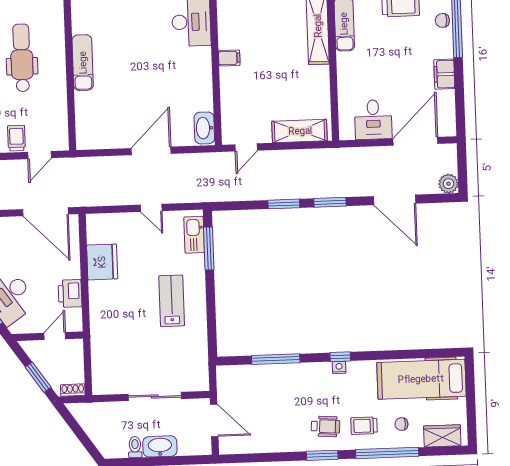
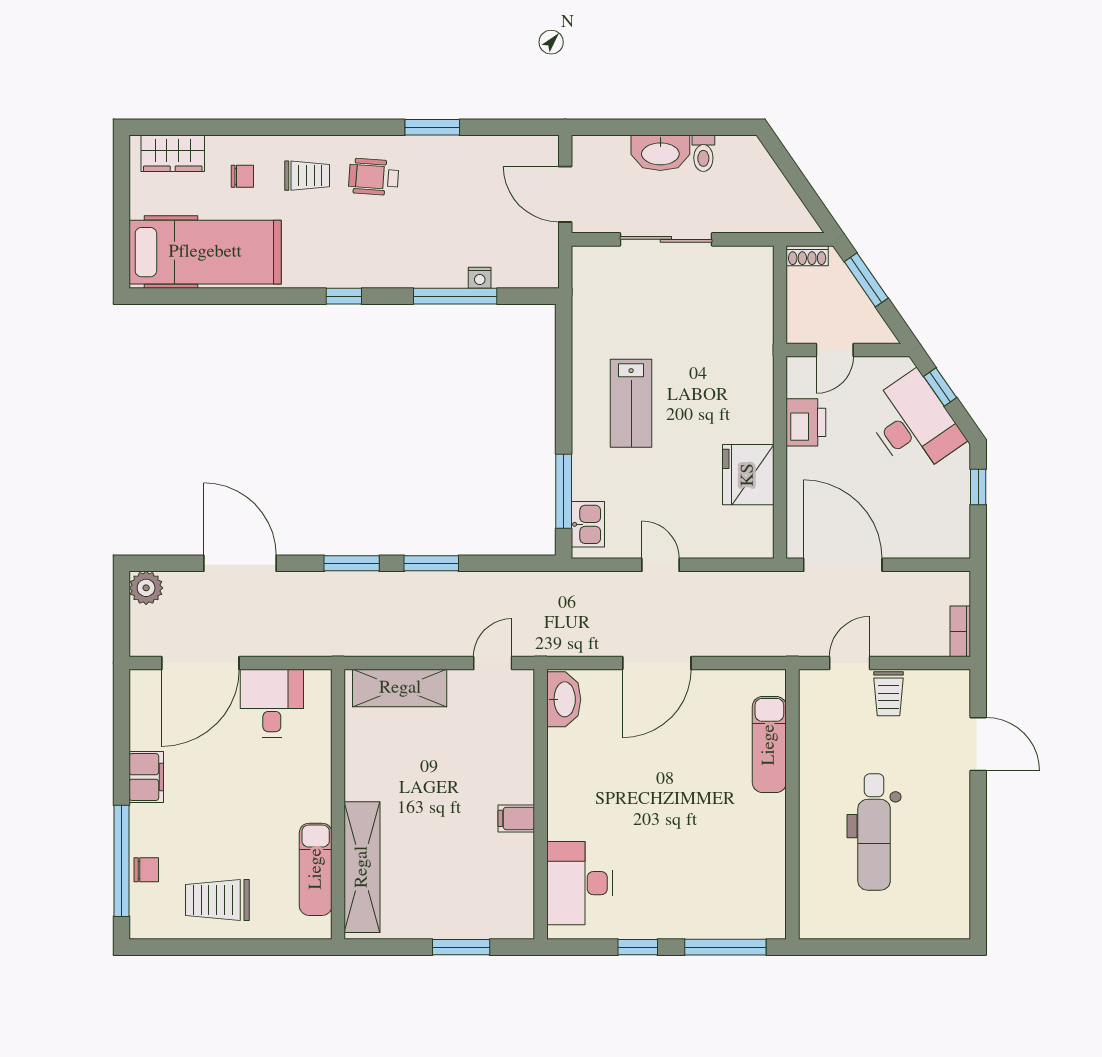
exam couch: (83, 63) -> (769, 745), moved
kitchen sink: (194, 235) -> (588, 524), width x0.73
nightstand: (339, 367) -> (480, 278), moved
window: (387, 453) -> (269, 127), removed
window: (322, 455) -> (432, 127), moved

